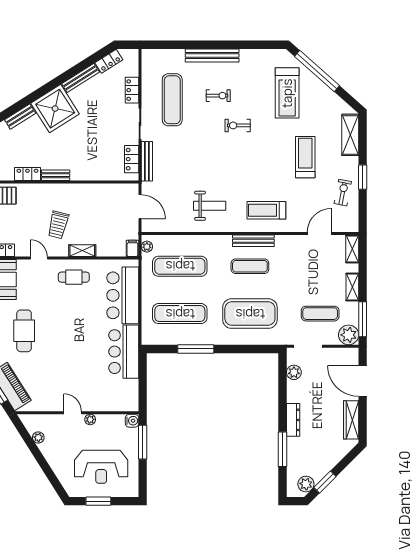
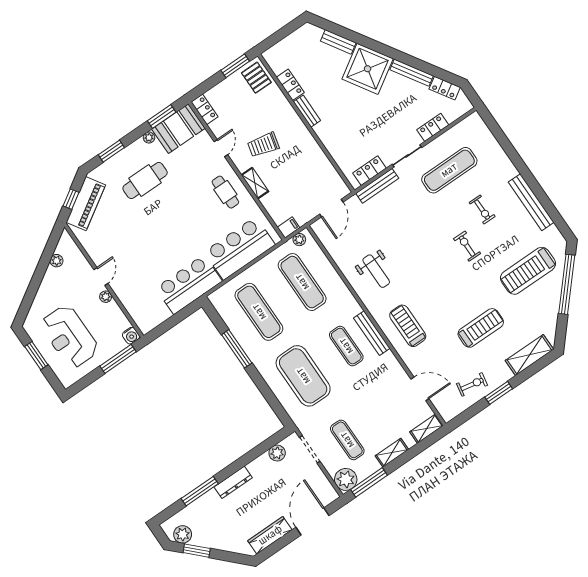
bench: (212, 55) -> (531, 202), moved

